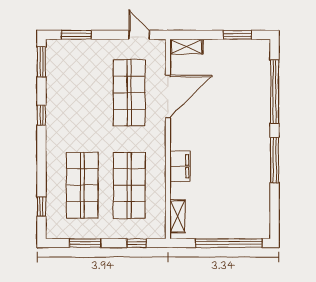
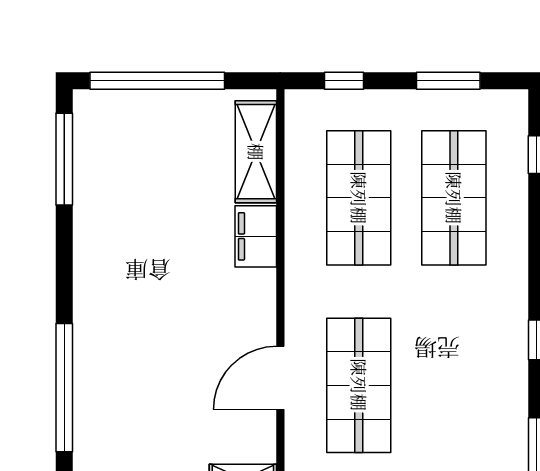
door: (168, 96) -> (280, 378), width x0.73
window: (275, 160) -> (64, 159), moved
shelving: (177, 216) -> (256, 152), width x1.50, depth x1.33

